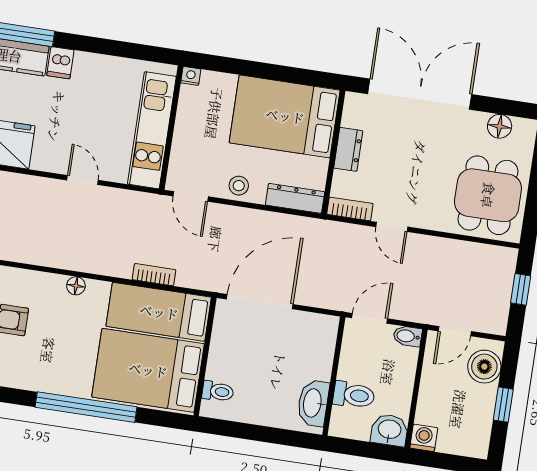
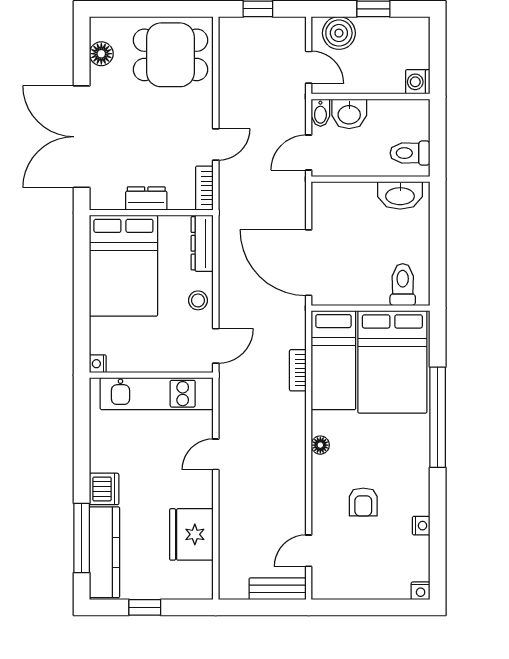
dishwasher: (60, 63) -> (104, 489), width x1.38
door: (370, 318) -> (309, 153), hinge flipped
toilet: (218, 391) -> (403, 285), width x1.37, depth x1.39
toilet: (354, 395) -> (410, 153), moved, turned -90
washbasin: (389, 430) -> (349, 114), moved, turned -90

